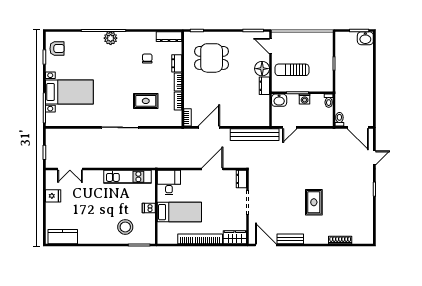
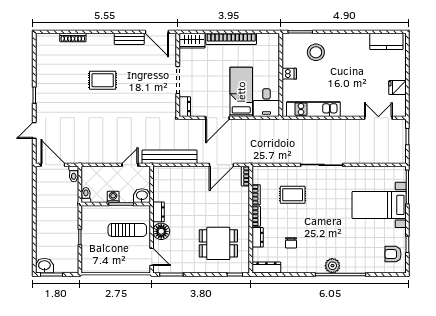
rug: (314, 202) -> (103, 80), turned 90
bed: (179, 212) -> (241, 92), moved, turned 90

